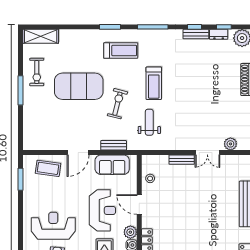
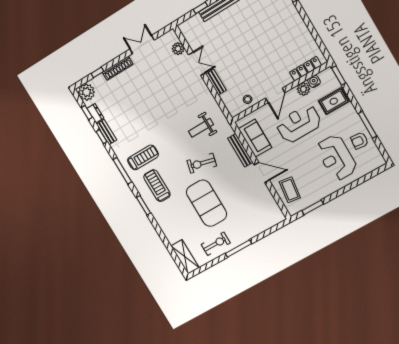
treadmill: (154, 83) -> (143, 157), moved
bench: (114, 145) -> (240, 150), width x1.36

